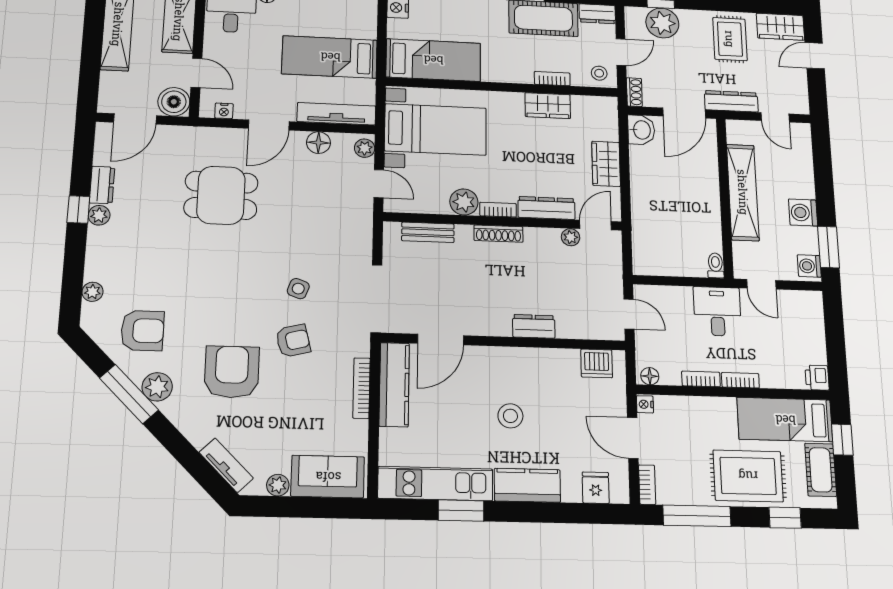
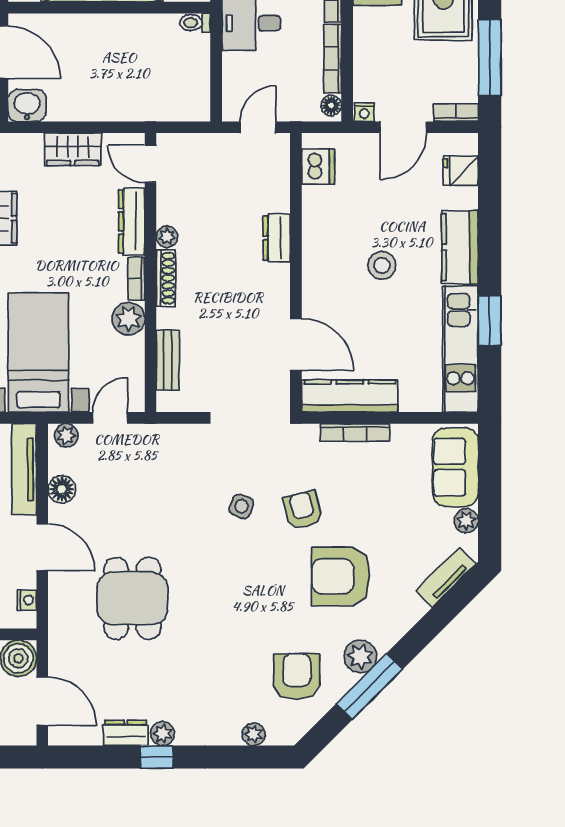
plant: (571, 237) -> (167, 237), moved
bookcase: (701, 379) -> (333, 59), width x1.56

